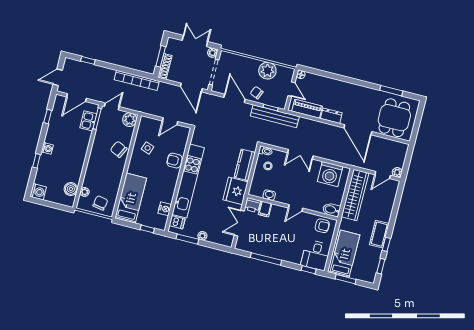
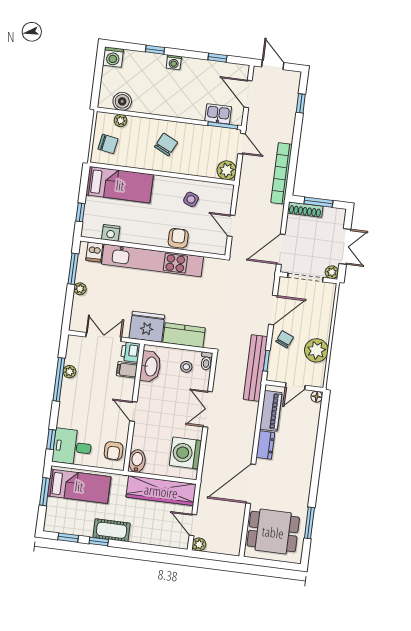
chair: (119, 149) -> (166, 144), moved
washbasin: (269, 195) -> (150, 367), width x1.91, depth x1.45
plant: (261, 251) -> (70, 372), added

